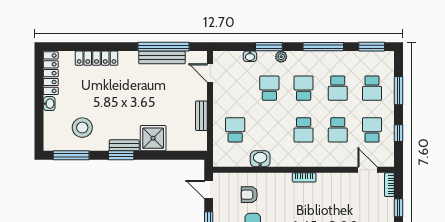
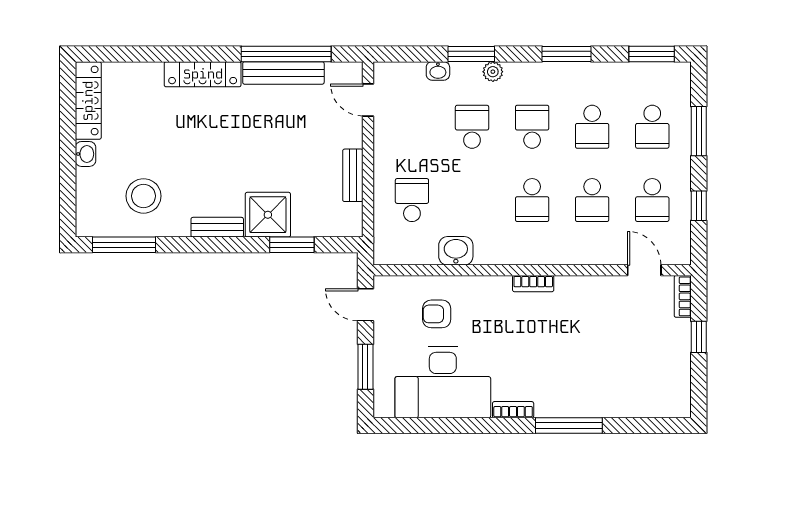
window: (323, 47) -> (567, 54), width x0.69
locker: (97, 58) -> (203, 74), moved
school desk: (372, 130) -> (652, 200), turned 180
window: (121, 155) -> (292, 245), moved

